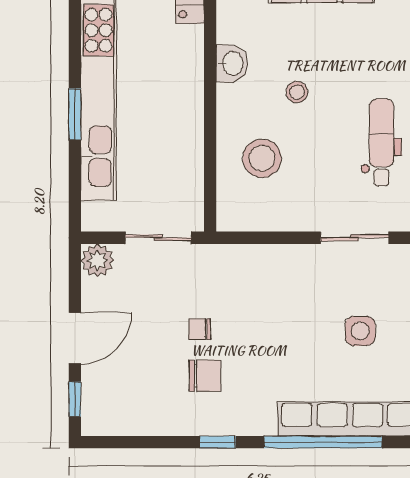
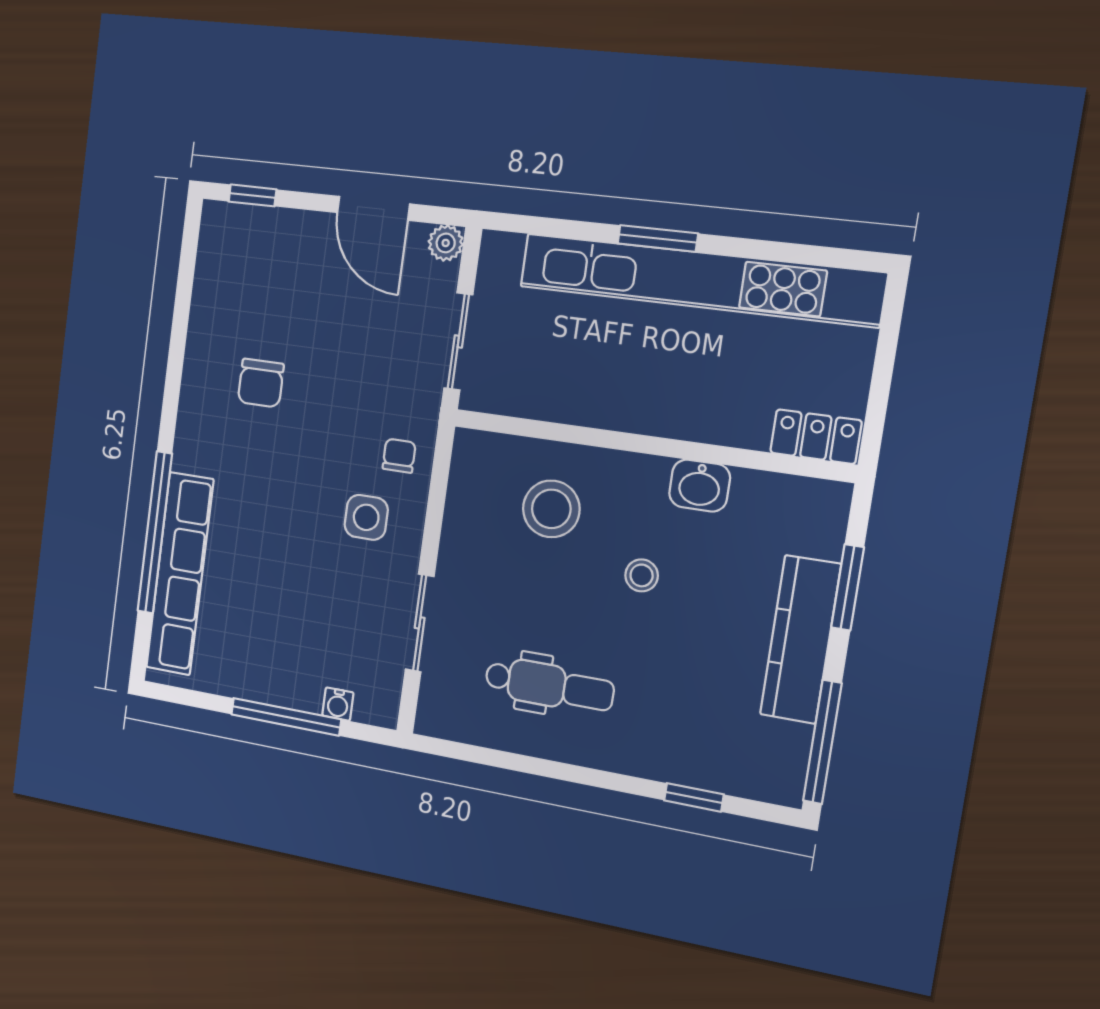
plant: (98, 260) -> (446, 243), width x0.73, depth x0.73
chair: (200, 329) -> (399, 456), moved
side table: (360, 331) -> (366, 517), moved
door: (75, 338) -> (373, 208), moved
window: (218, 442) -> (172, 389), removed

